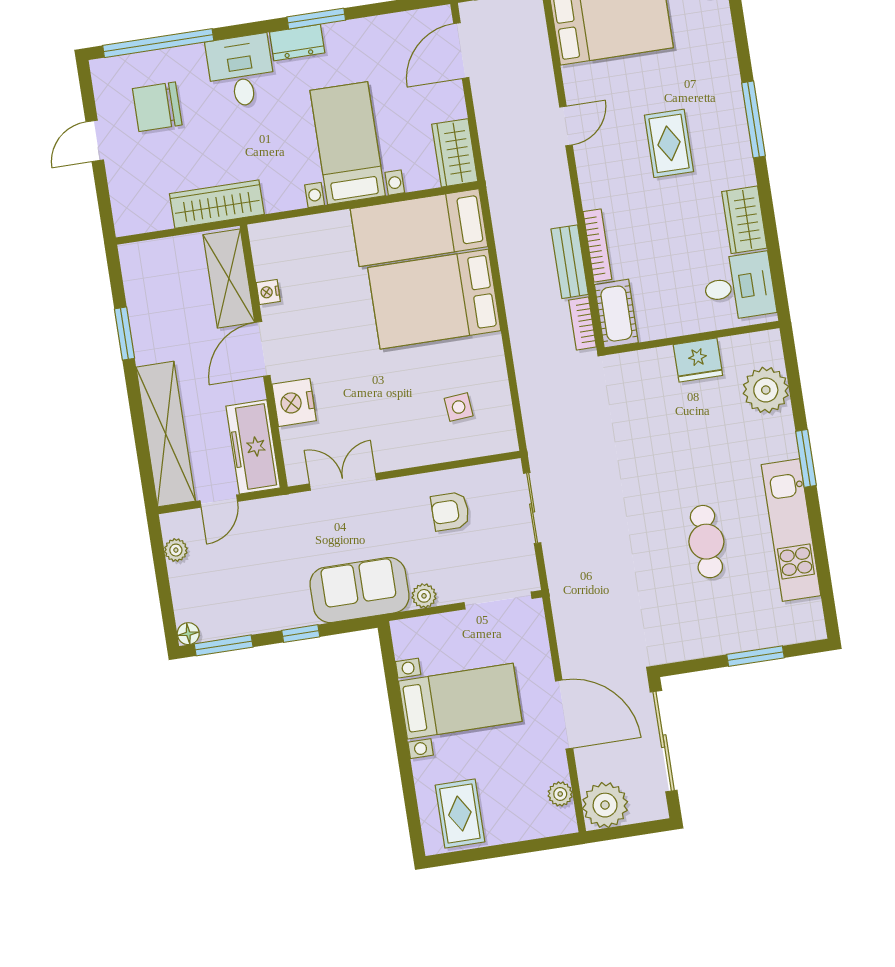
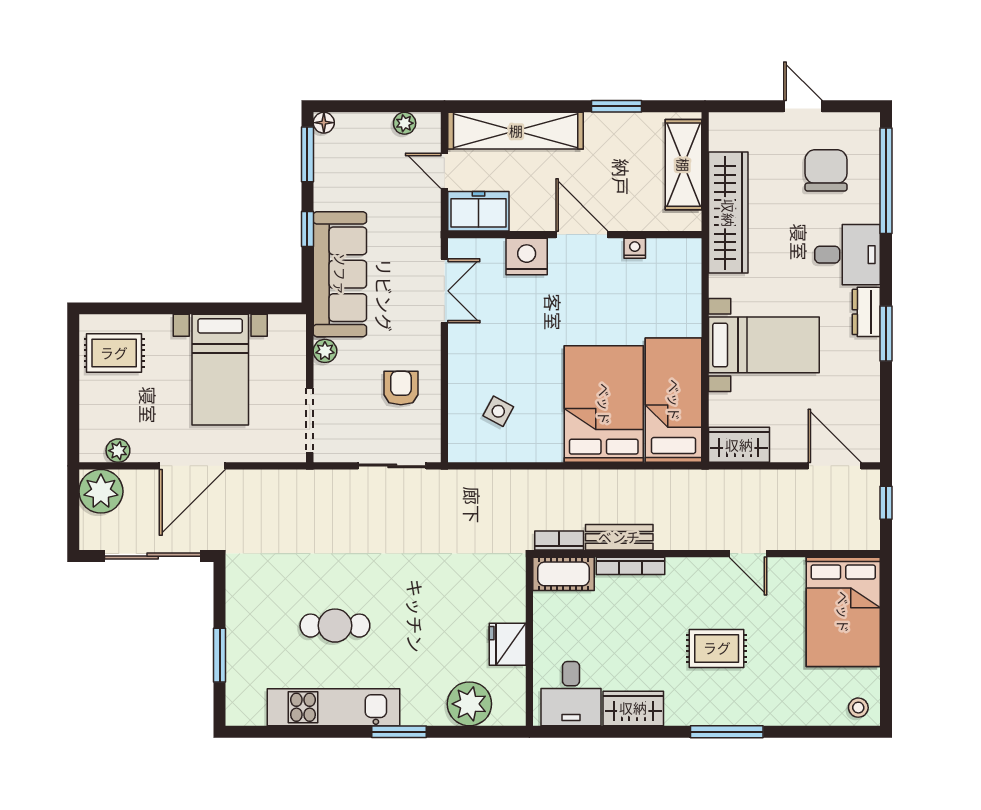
wardrobe: (217, 204) -> (728, 213), width x1.40, depth x1.17
shelving: (229, 278) -> (683, 165), moved, turned 90
side table: (459, 407) -> (498, 411), turned 33
freezer: (253, 447) -> (478, 211), width x0.71
sofa: (359, 590) -> (340, 274), width x1.36

